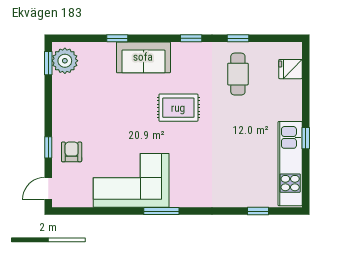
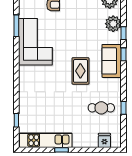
window: (191, 38) -> (124, 54), moved
plant: (102, 55) -> (113, 24), added
sofa: (143, 57) -> (112, 61), moved
window: (161, 211) -> (16, 26), moved

